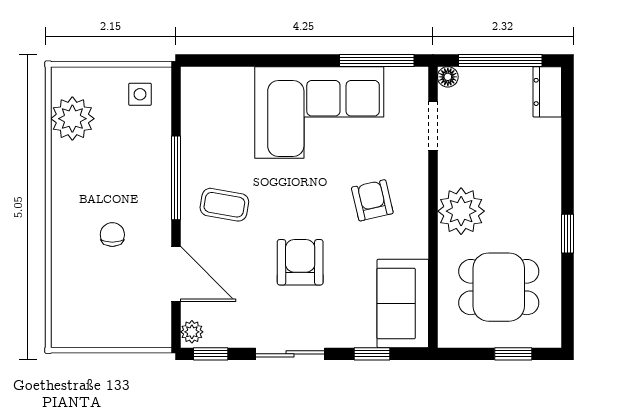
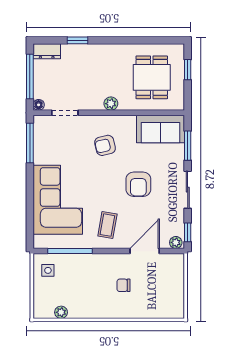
corner sofa: (319, 113) -> (58, 200), moved
plant: (72, 119) -> (61, 312), width x0.53, depth x0.53
window: (176, 178) -> (70, 251), moved
plant: (461, 211) -> (111, 104), width x0.53, depth x0.53
window: (568, 234) -> (78, 40), moved
armchair: (300, 262) -> (138, 184), turned -90
window: (372, 354) -> (188, 146), width x1.50

